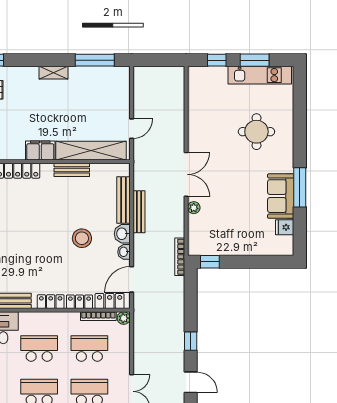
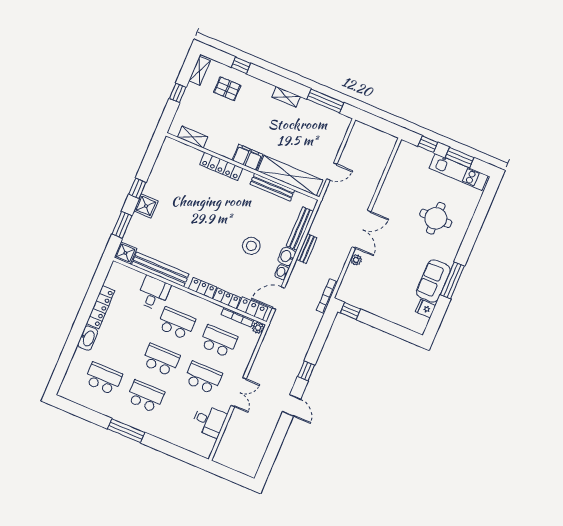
bench: (72, 170) -> (272, 187), width x1.36
bench: (139, 212) -> (307, 249), width x0.73

